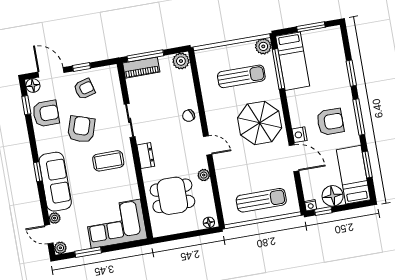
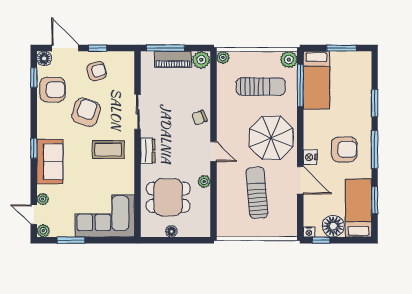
plant: (201, 55) -> (223, 57), added
piano: (141, 68) -> (173, 59), moved
sofa: (55, 182) -> (50, 162), width x0.73
sun lounger: (261, 200) -> (257, 193), moved, turned -95
floor lamp: (209, 222) -> (171, 231), moved

